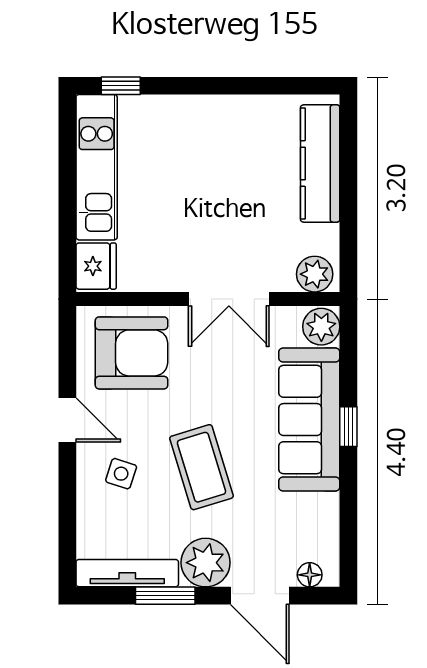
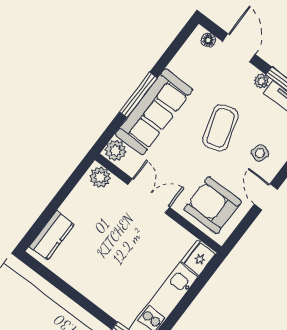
kitchen counter: (320, 163) -> (52, 235), width x0.67
window: (348, 427) -> (138, 95), width x2.17
plant: (206, 563) -> (261, 81), width x0.53, depth x0.53

